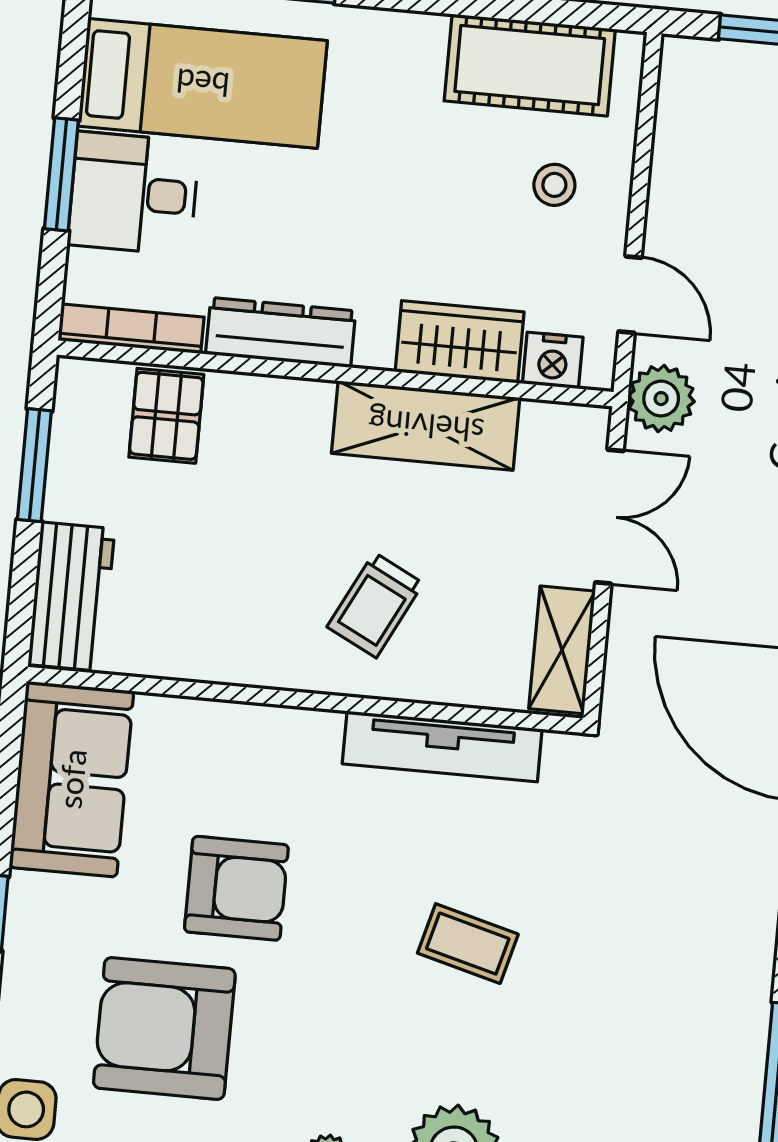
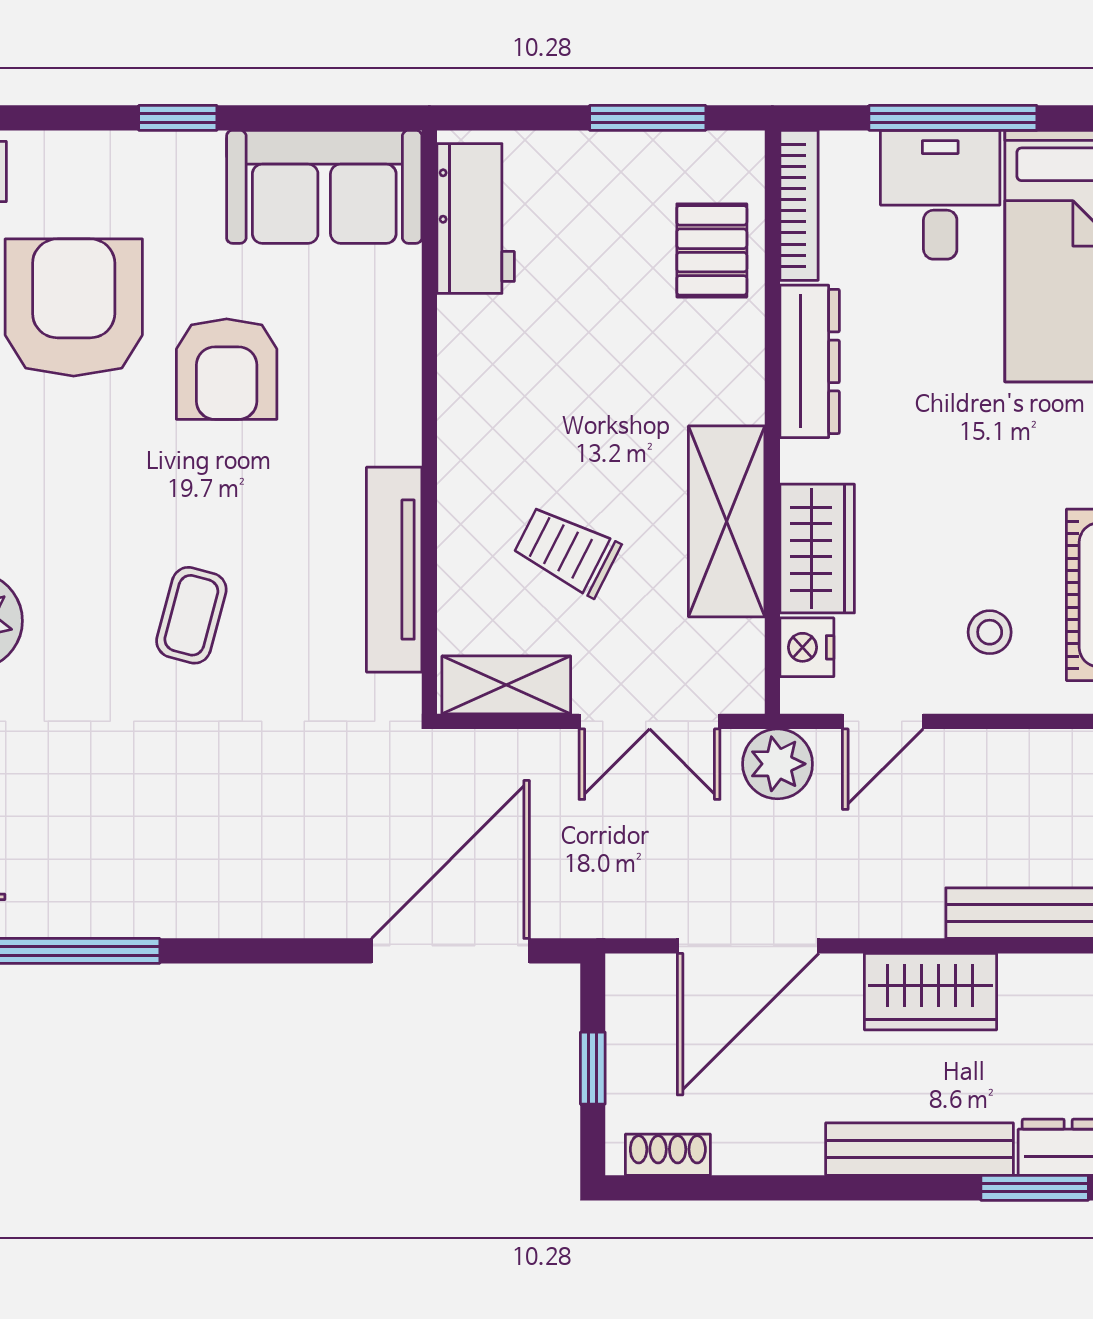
window: (61, 174) -> (953, 118), width x1.44
pallet: (166, 416) -> (712, 250), turned 90
workbench: (71, 597) -> (476, 218), moved, turned -90
trolley: (375, 605) -> (567, 551), moved

